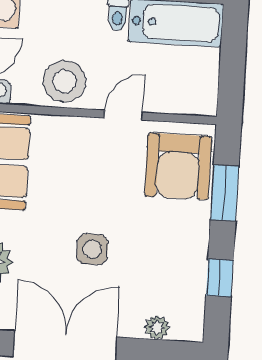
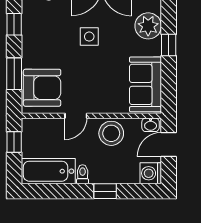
window: (232, 76) -> (14, 142), added
armchair: (178, 166) -> (42, 88), turned 90

